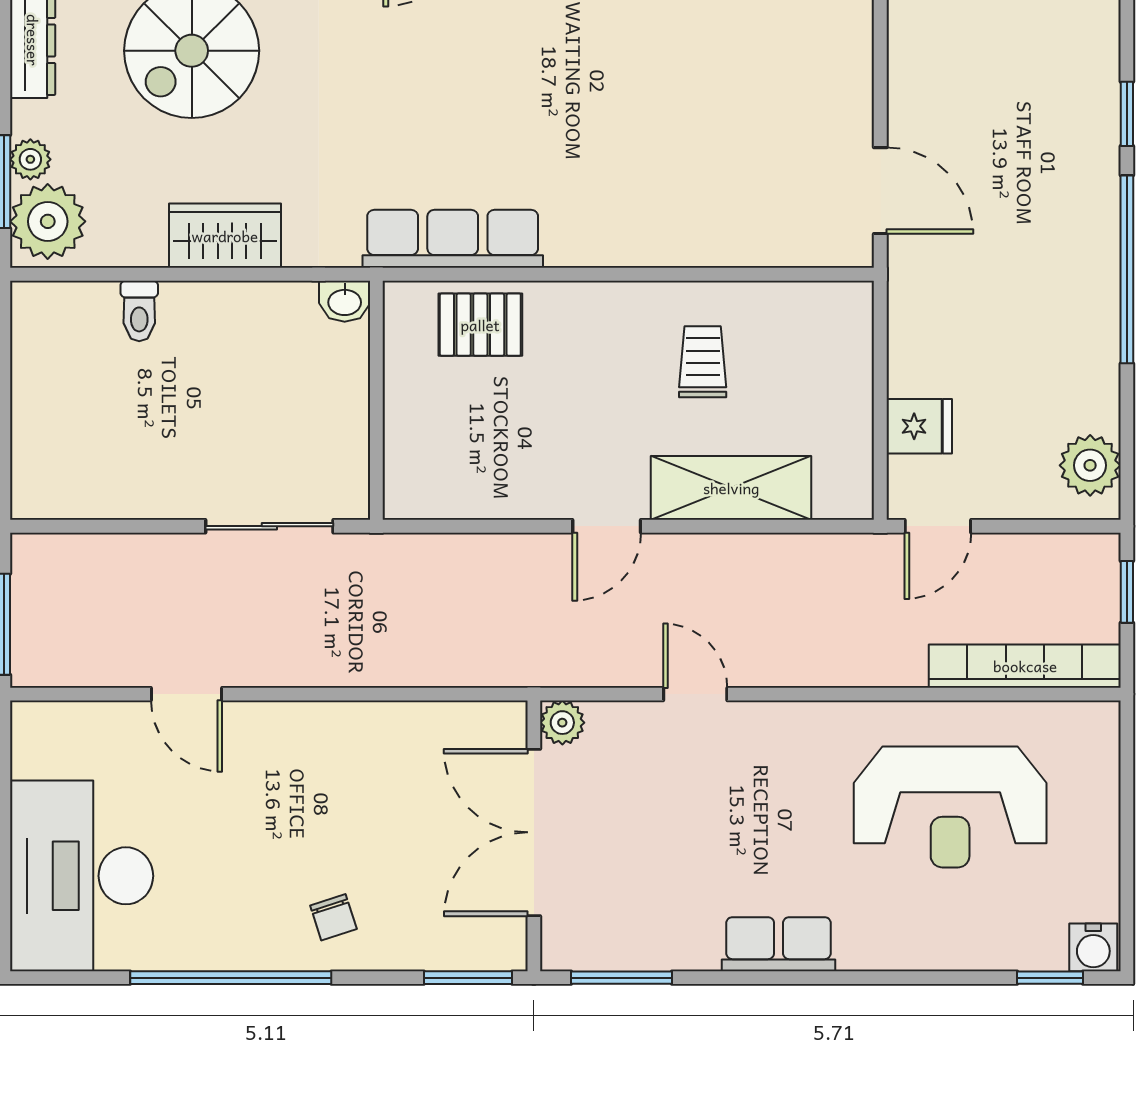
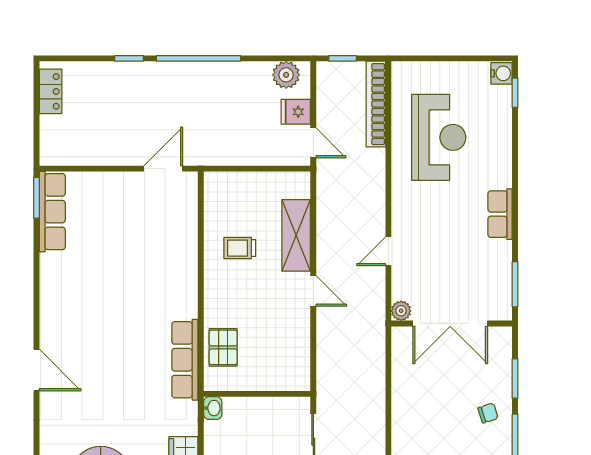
fridge: (919, 426) -> (296, 112), moved, turned -90
window: (468, 978) -> (515, 379), moved

